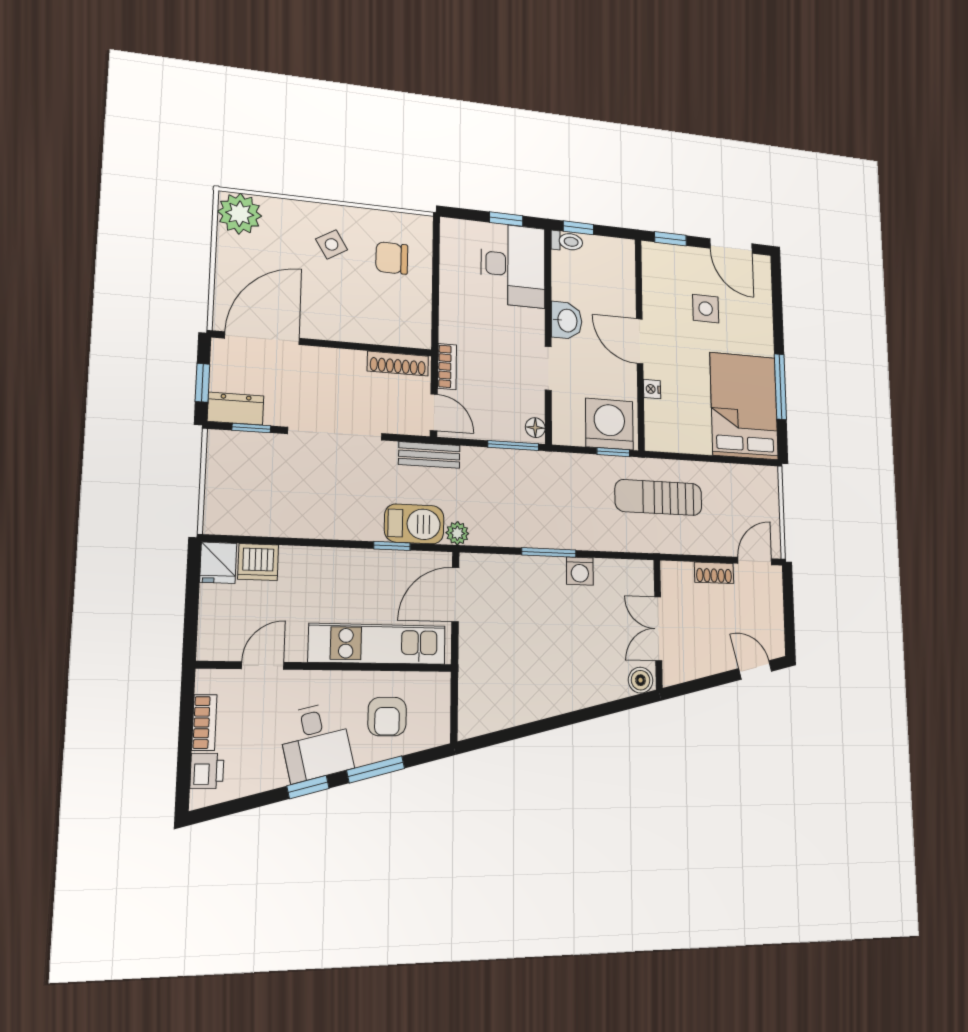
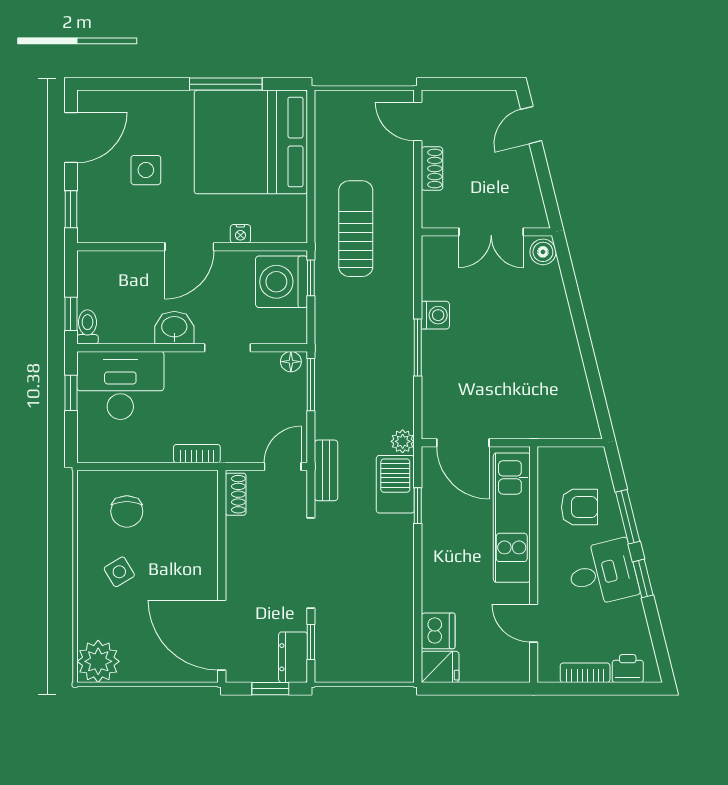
shoe rack: (398, 364) -> (236, 494), width x0.70
bookcase: (447, 367) -> (197, 454), moved
bed: (744, 406) -> (251, 142), width x1.36
sun lounger: (659, 498) -> (356, 229), turned 180

